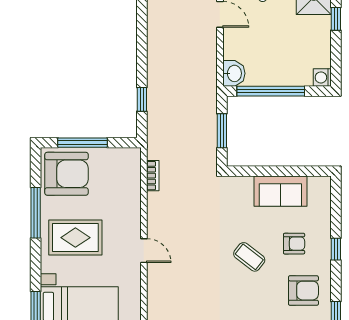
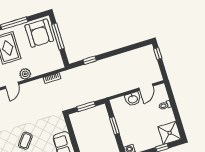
washbasin: (234, 73) -> (133, 99), moved
window: (271, 91) -> (114, 126), width x0.47
plant: (131, 221) -> (25, 74), added

